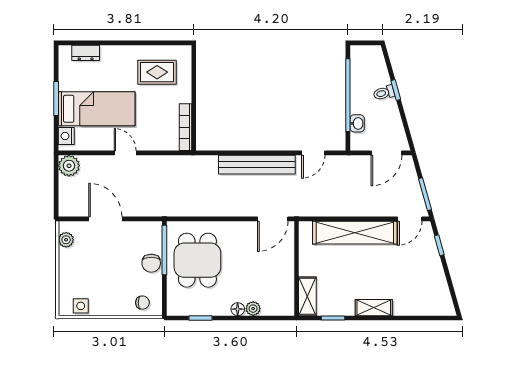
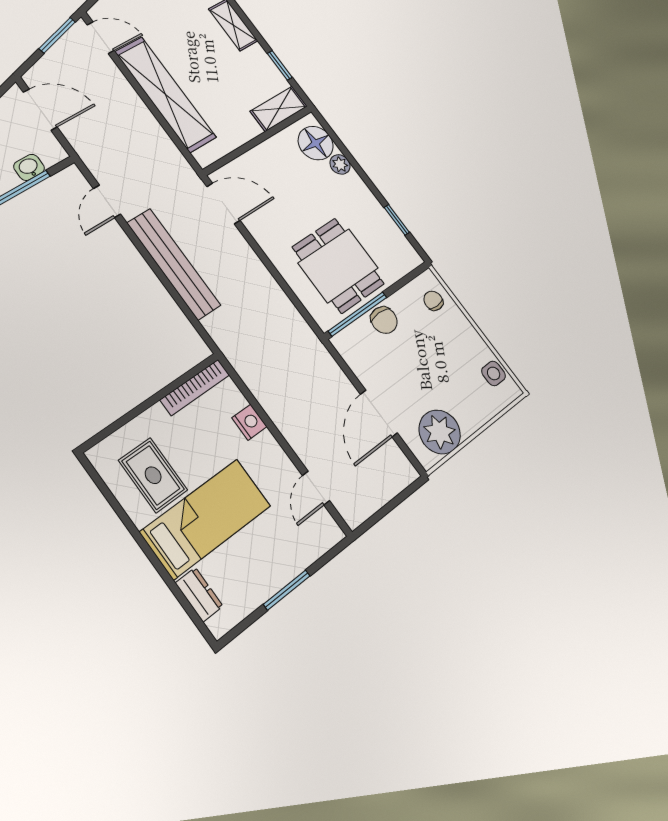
bed: (97, 109) -> (206, 519), moved, turned 90
nightstand: (66, 136) -> (249, 422), moved, turned -90
door: (125, 153) -> (316, 488), moved
door: (313, 153) -> (107, 201), swing flipped
plant: (69, 166) -> (354, 508), removed
plant: (66, 240) -> (440, 432), width x1.87, depth x1.87
dining table: (197, 260) -> (338, 266), turned 90
chair: (151, 263) -> (384, 320), turned 90
floor lamp: (238, 309) -> (316, 143), moved, width x1.89, depth x1.89

